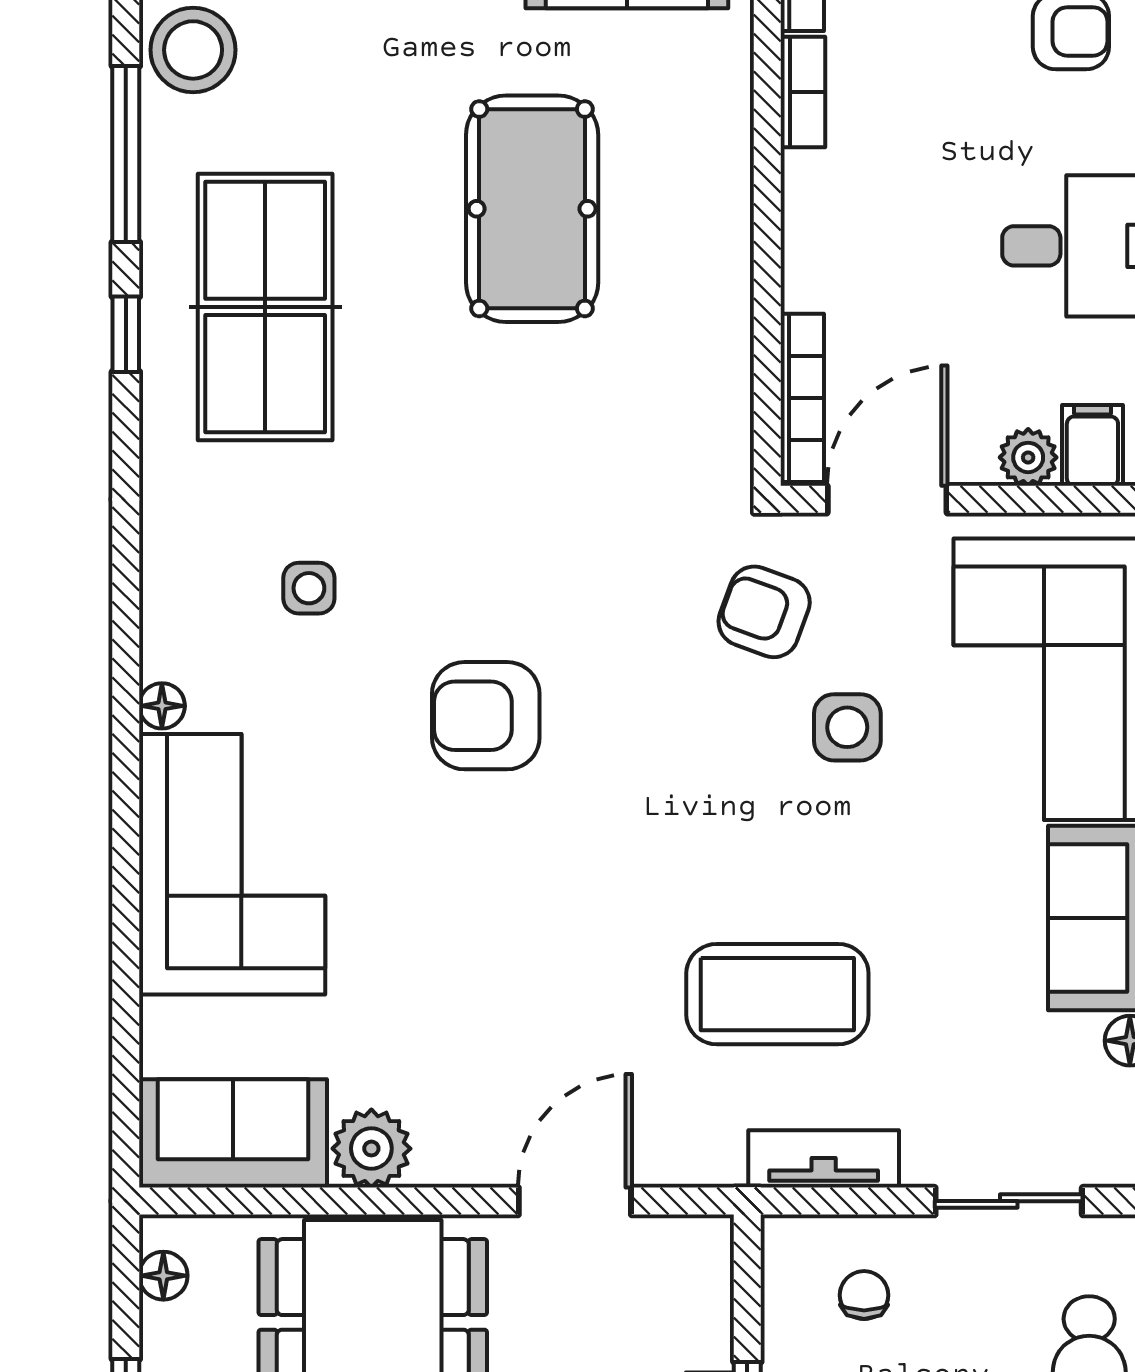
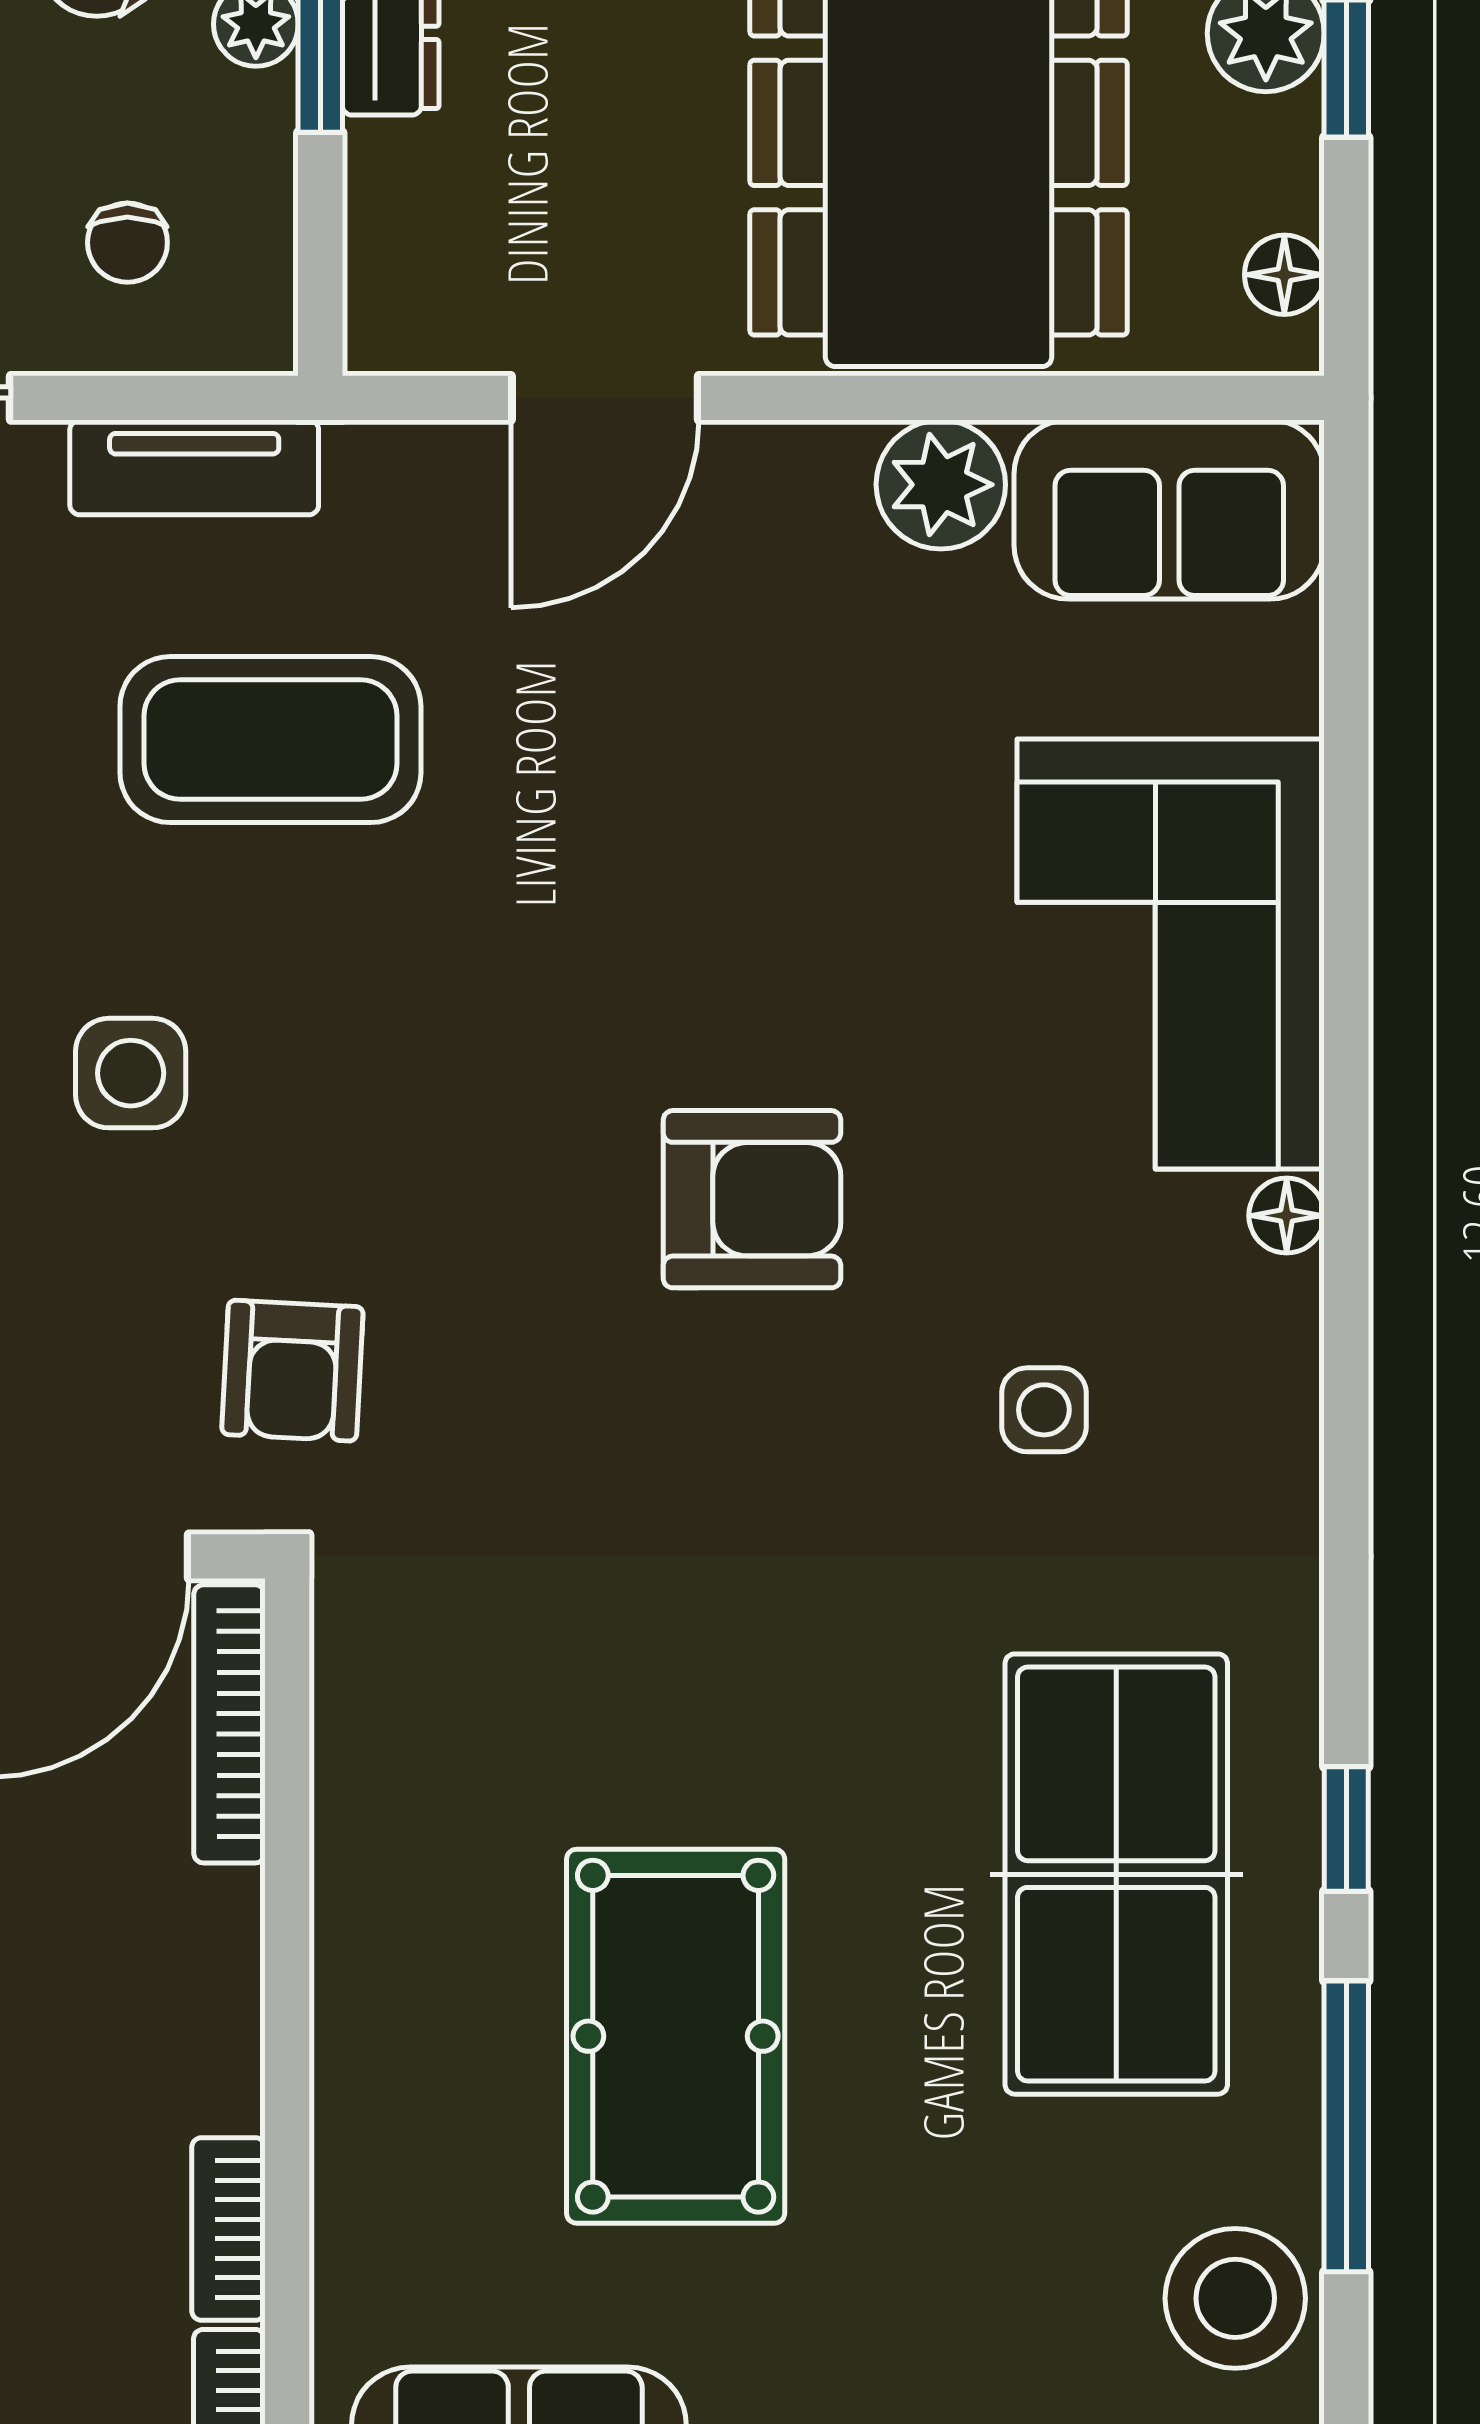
armchair: (764, 612) -> (292, 1371), turned 73
side table: (847, 727) -> (131, 1073), moved

